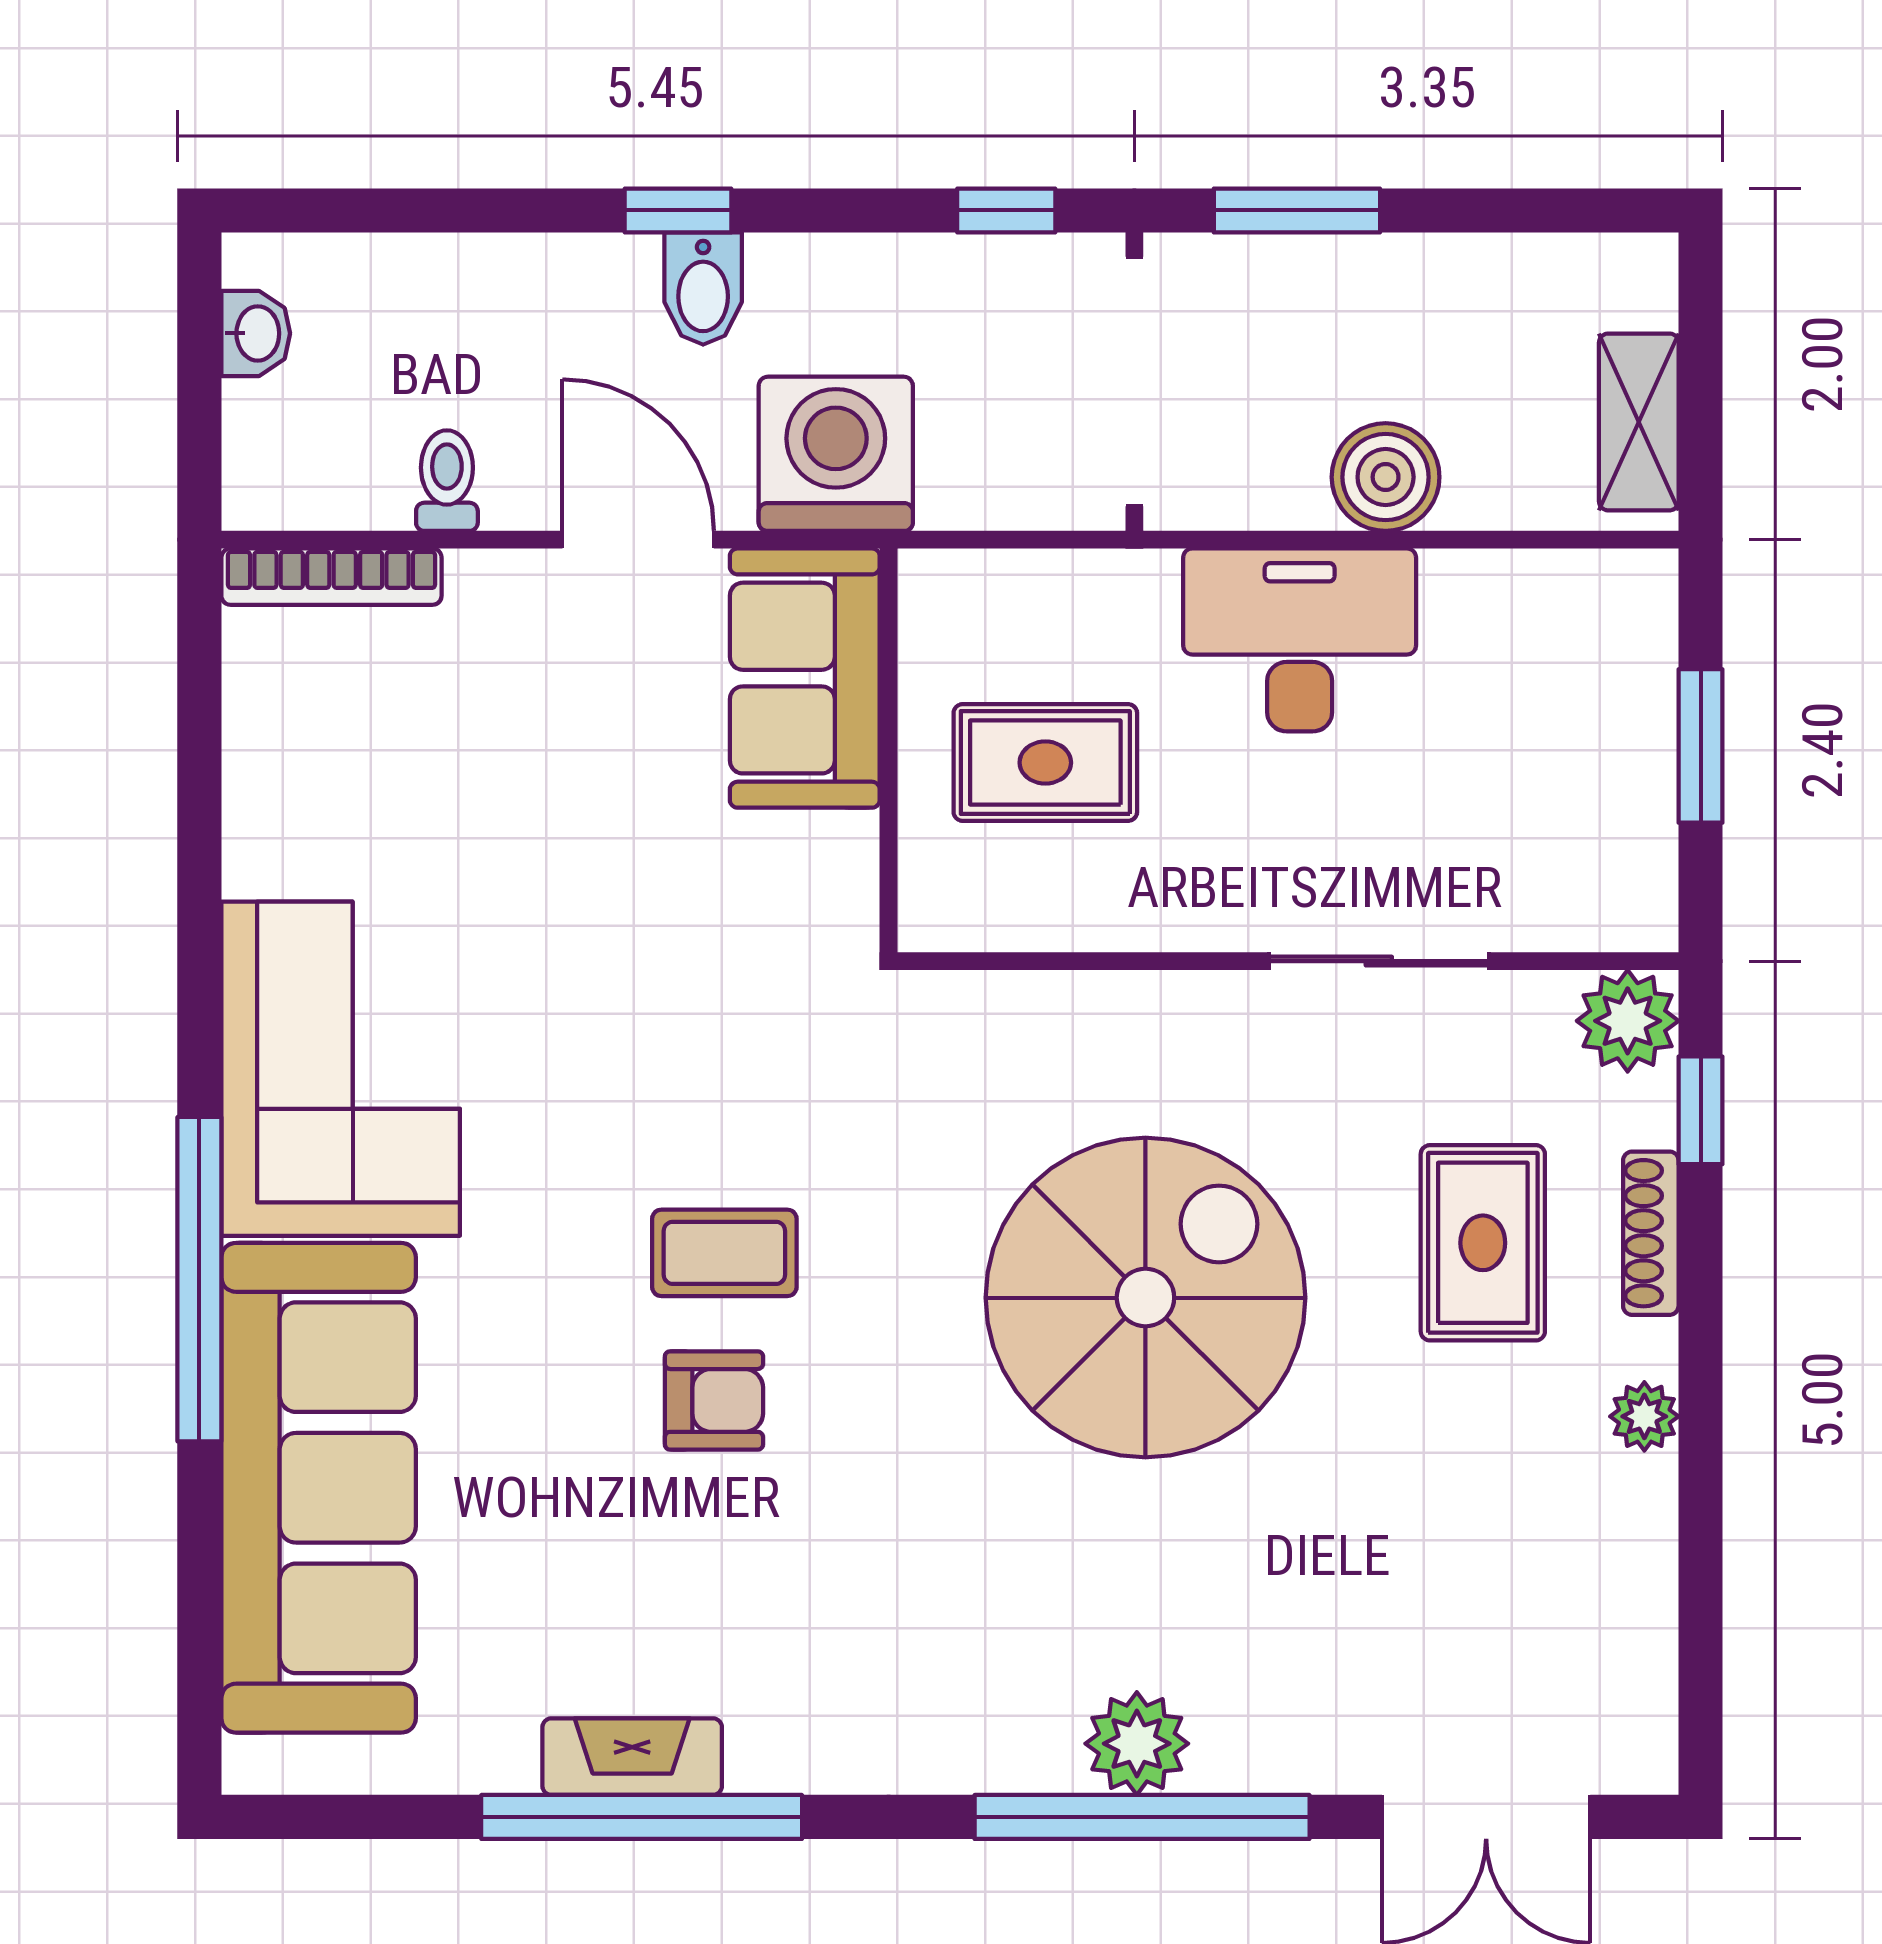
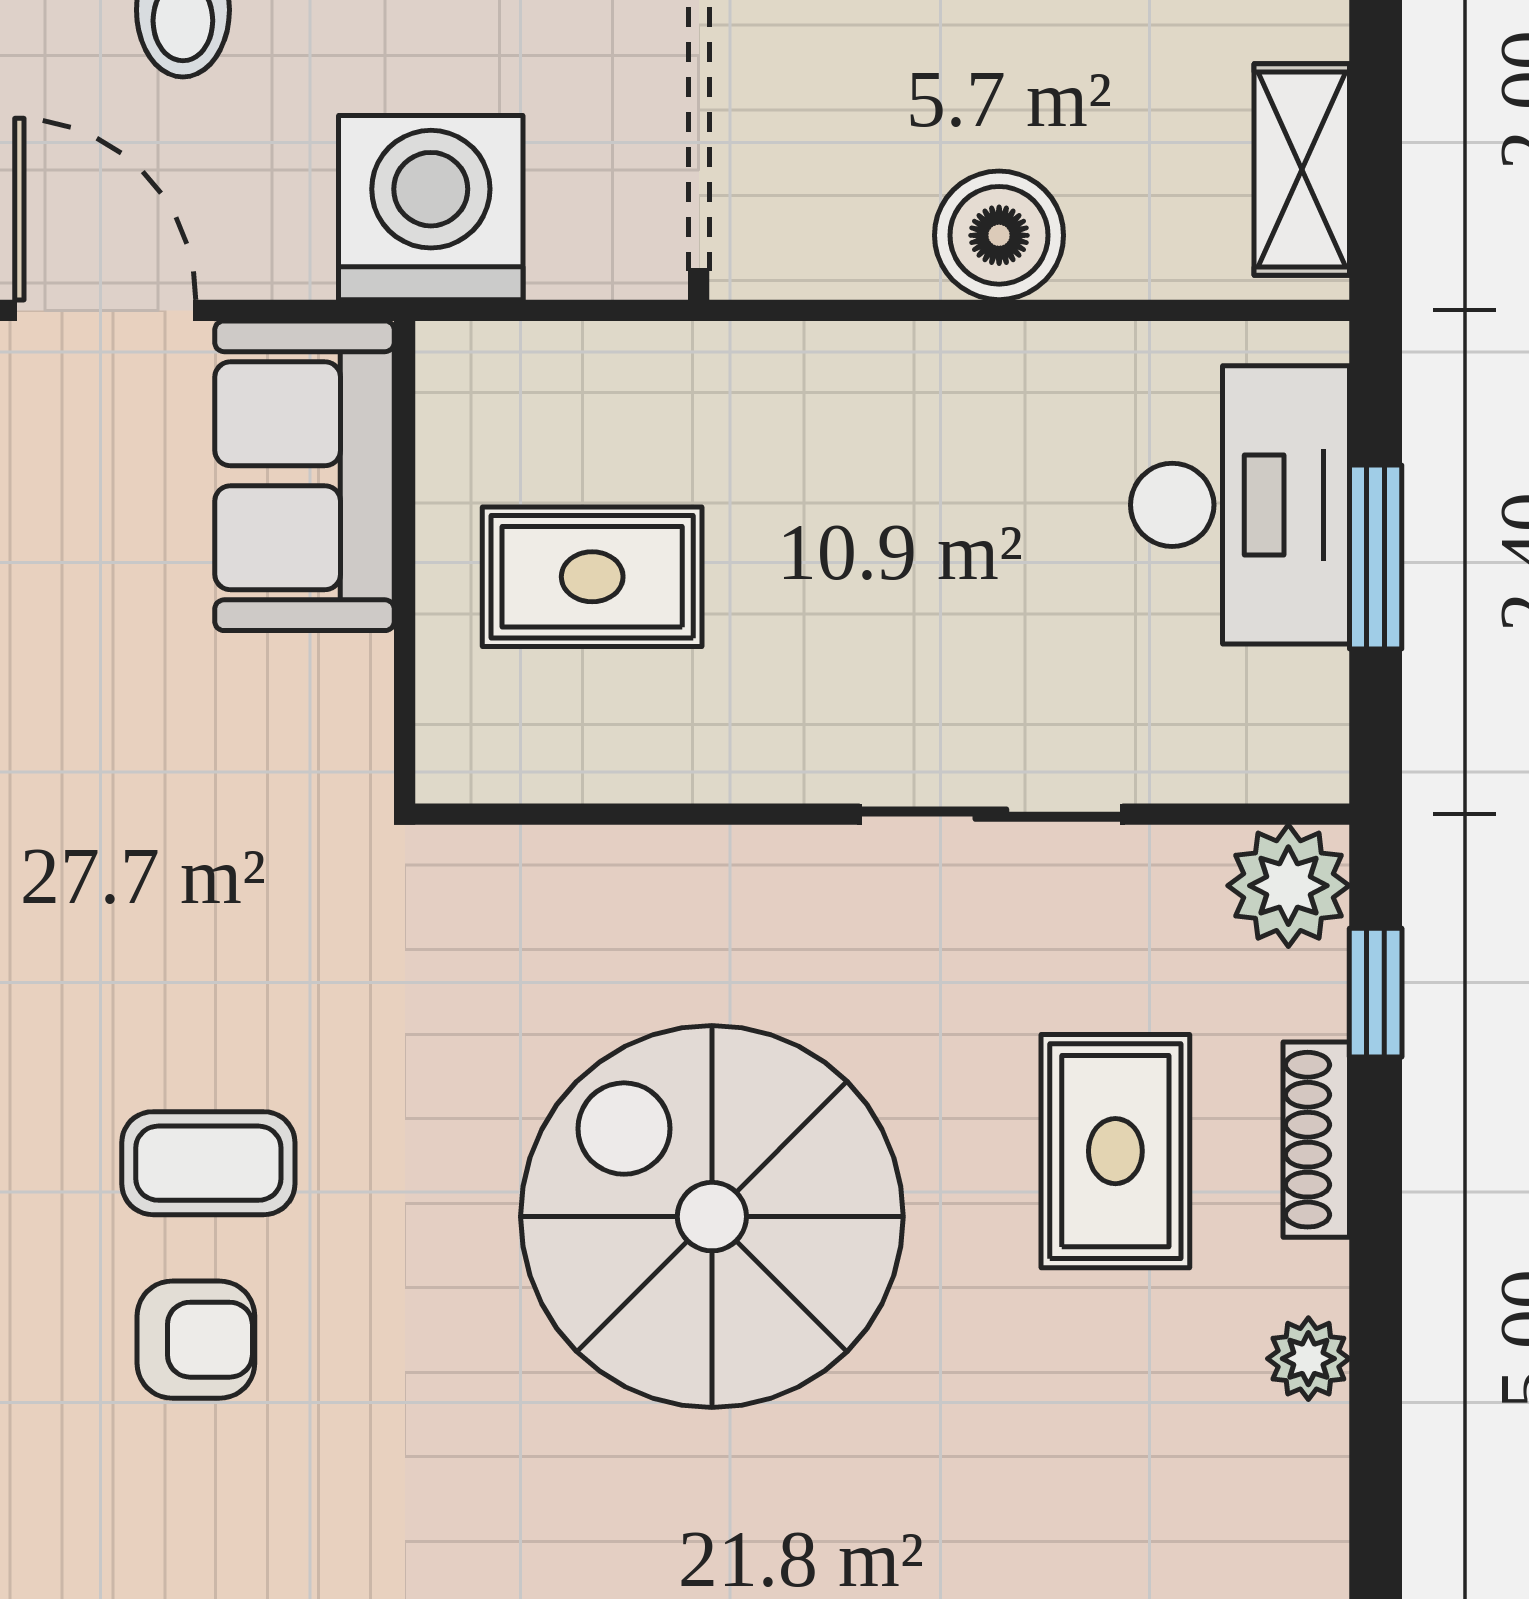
washing machine: (836, 454) -> (431, 208), moved
desk: (1300, 640) -> (1240, 505), moved, turned 90
spiral stairs: (1145, 1298) -> (712, 1217), turned -90

